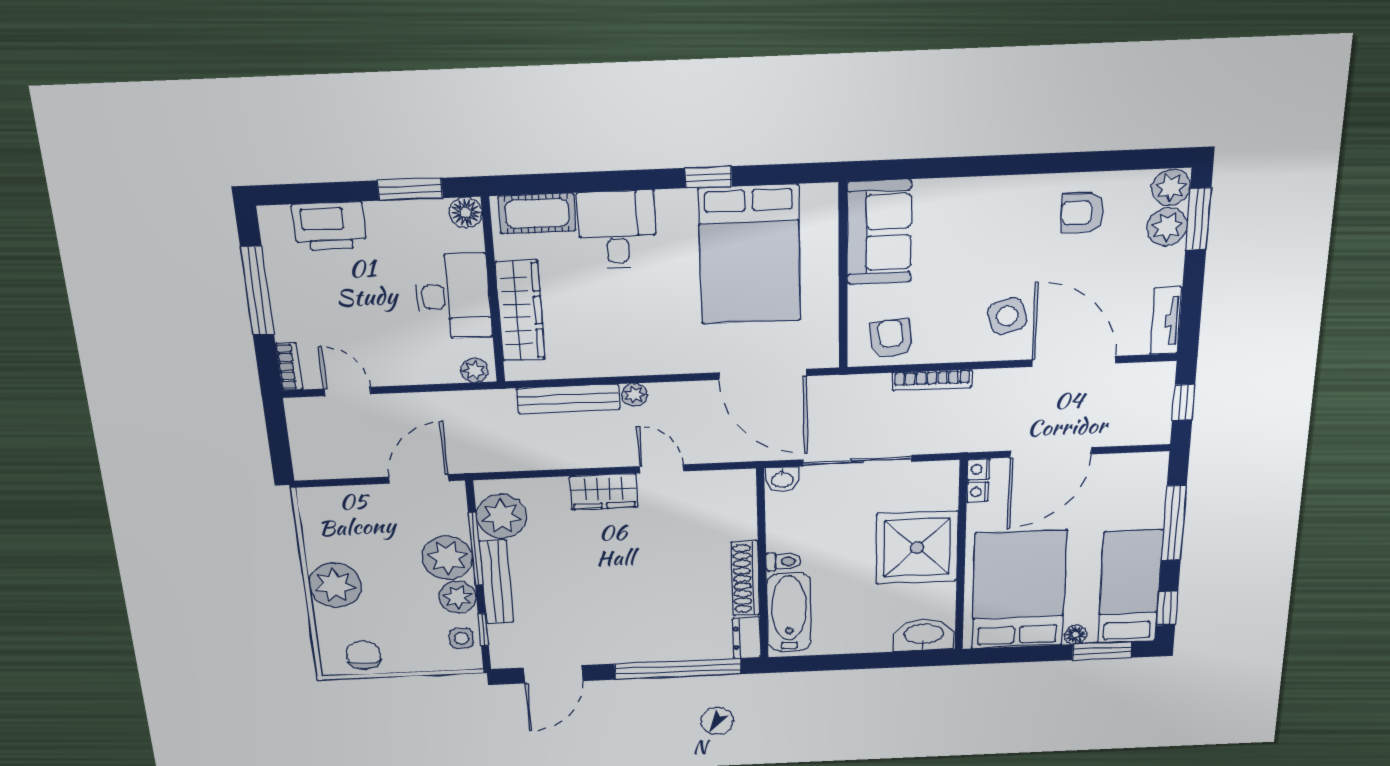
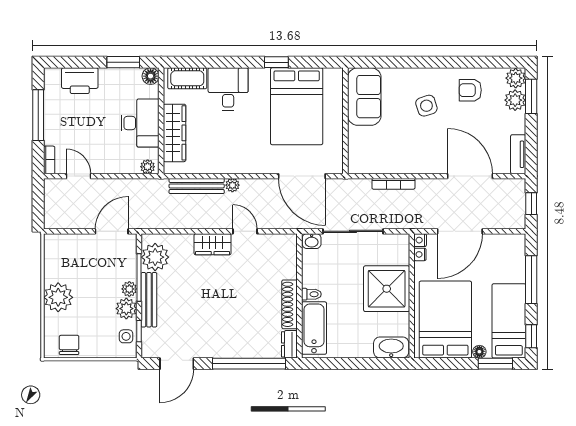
side table: (1007, 316) -> (426, 106), moved
armchair: (891, 338) -> (371, 158), removed
plant: (447, 558) -> (129, 289), width x0.53, depth x0.53

